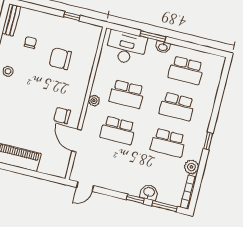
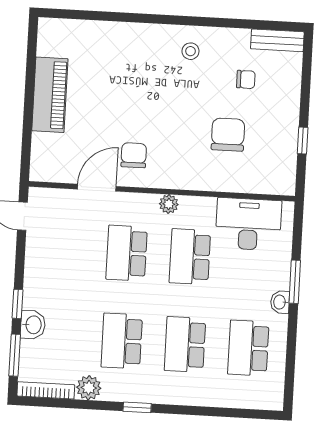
desk: (126, 48) -> (248, 224), moved, turned -90

